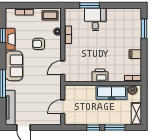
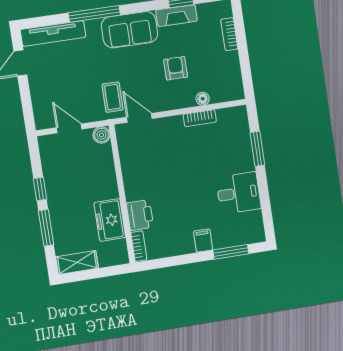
coffee table: (50, 15) -> (112, 97), moved
desk: (95, 19) -> (239, 193), moved
filing cabinet: (135, 54) -> (203, 241), moved
printer: (100, 75) -> (140, 215), moved
boiler: (132, 90) -> (101, 135), moved
freezer: (112, 92) -> (110, 220), width x0.71

